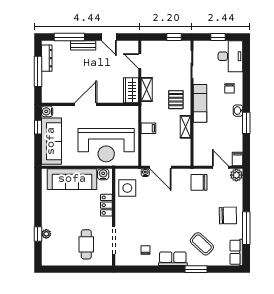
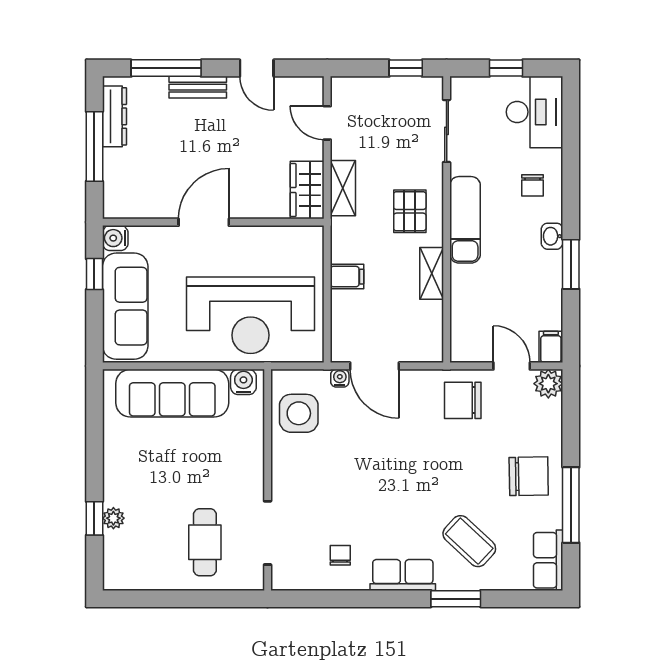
locker: (106, 205) -> (251, 453), removed

